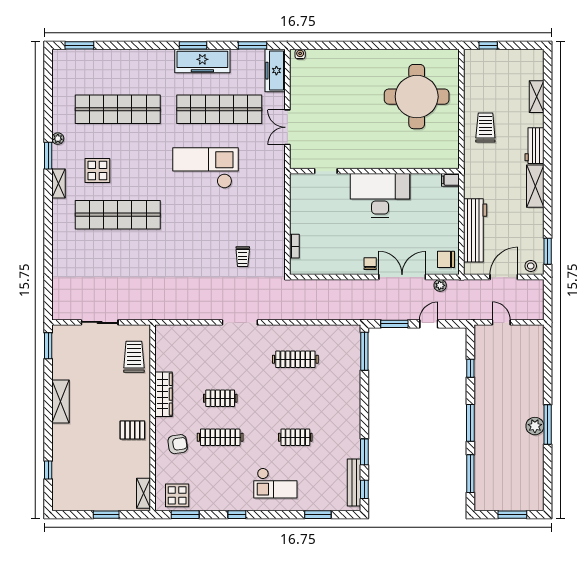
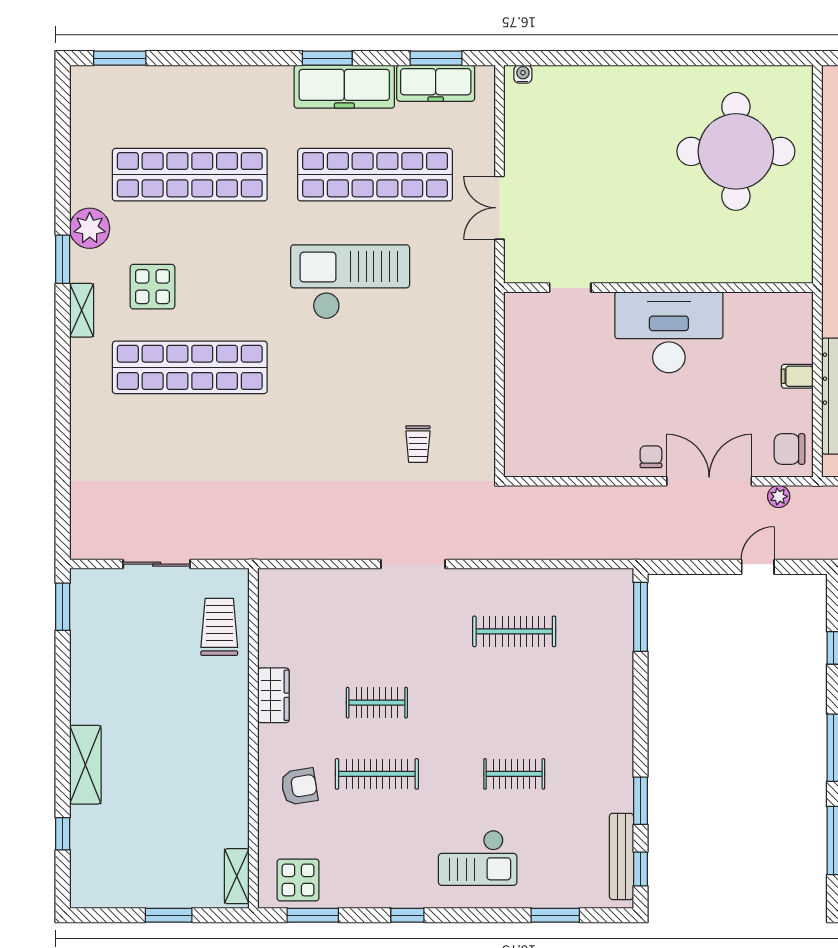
freezer: (275, 71) -> (436, 83), moved, turned -90
plant: (58, 139) -> (90, 228), width x1.88, depth x1.88
filing cabinet: (450, 180) -> (797, 376), moved
bookcase: (294, 246) -> (512, 425), removed
window: (394, 324) -> (695, 567), removed
wardrobe: (164, 394) -> (273, 695), width x0.67
shelving: (61, 401) -> (85, 765), moved
pallet: (132, 430) -> (216, 761), removed

